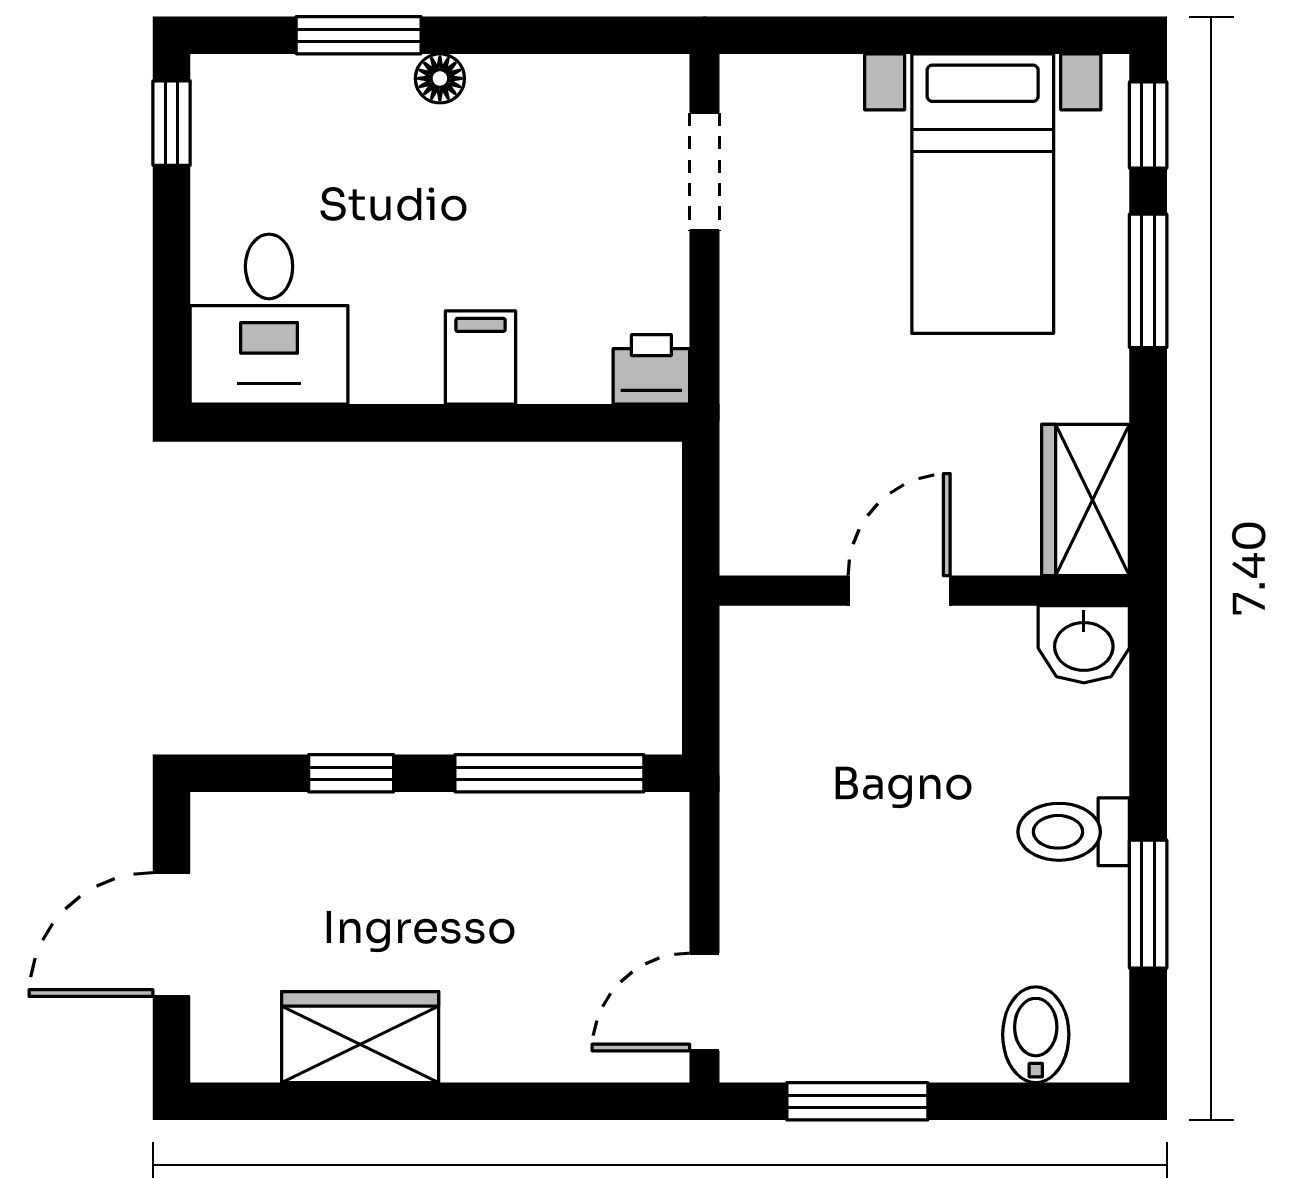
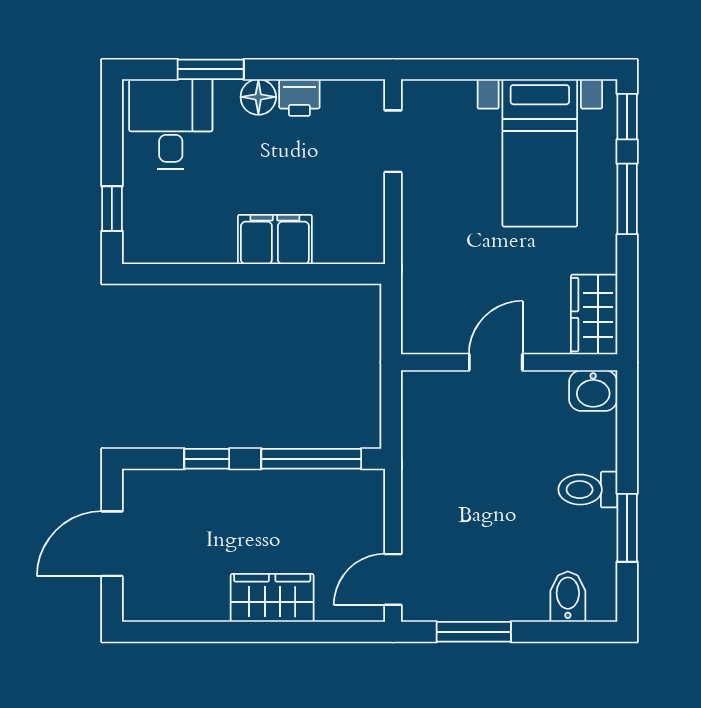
floor lamp: (440, 78) -> (258, 97), width x1.37, depth x1.37
window: (172, 123) -> (112, 209), moved
desk: (269, 319) -> (171, 124), moved, turned 180
filing cabinet: (481, 358) -> (275, 239), width x2.00
printer: (651, 369) -> (299, 98), moved, turned 180
wardrobe: (360, 1037) -> (272, 598), moved

